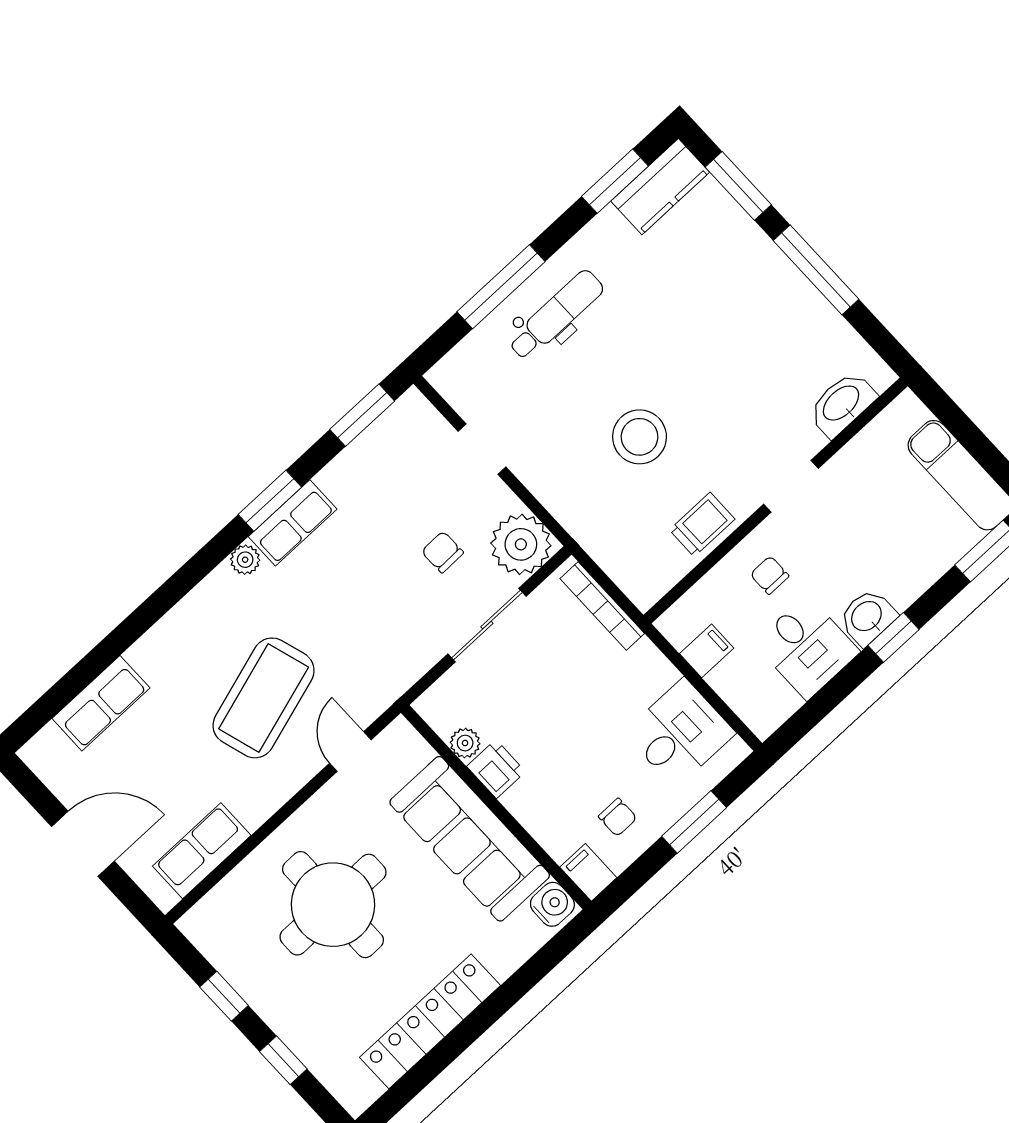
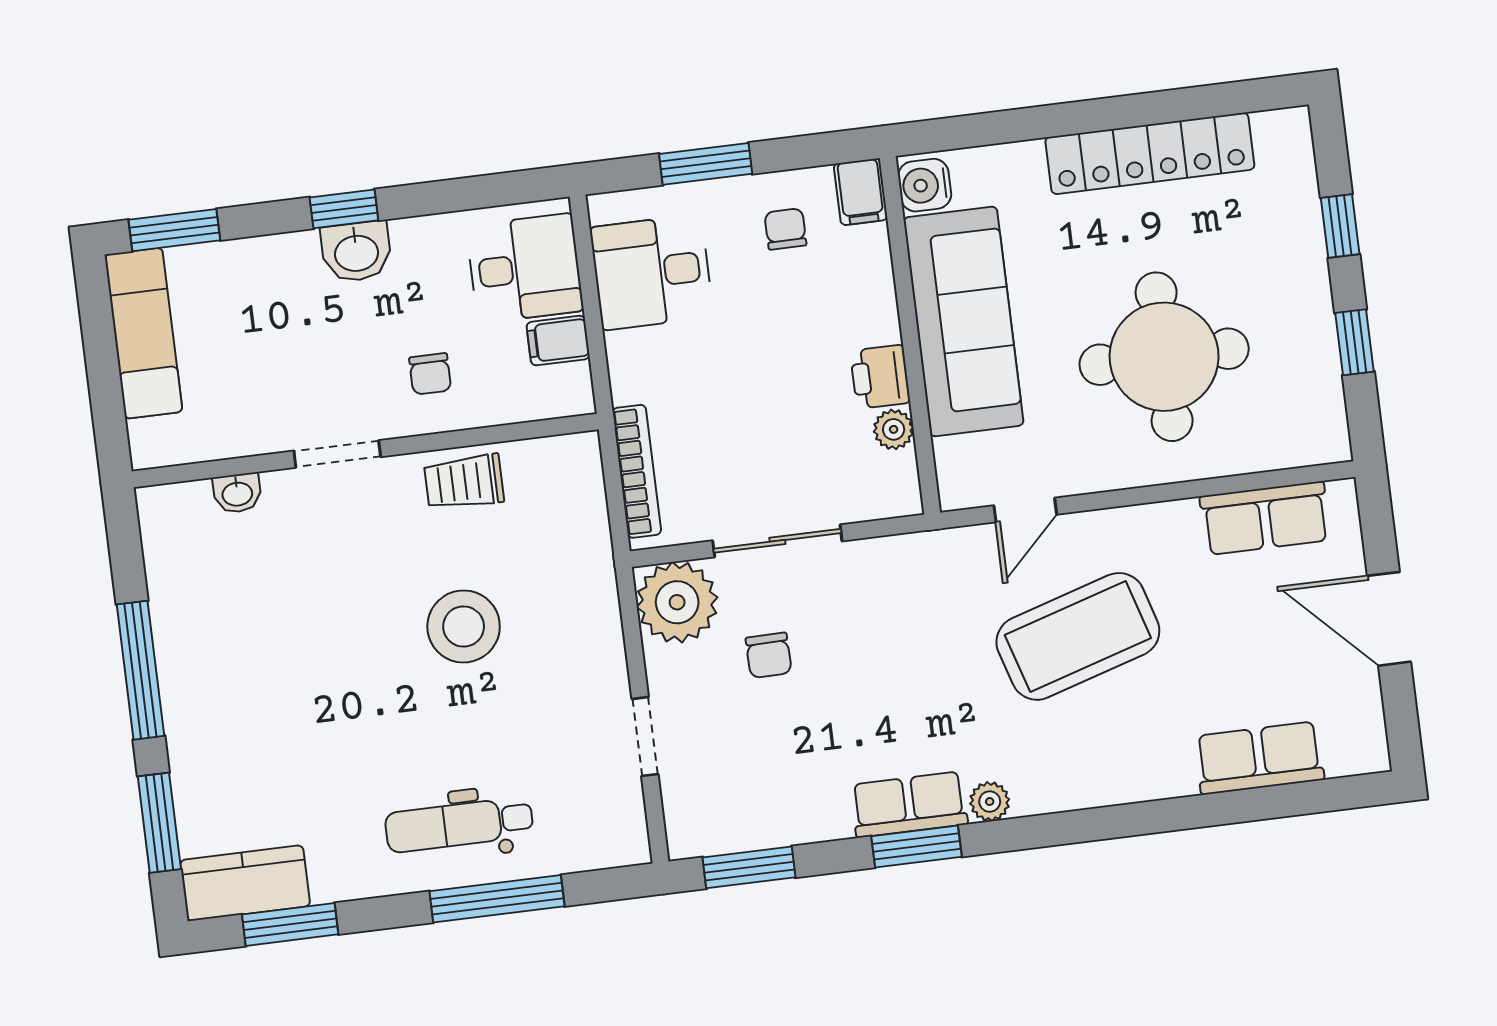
washbasin: (842, 404) -> (237, 493), width x0.52, depth x0.69
desk: (807, 647) -> (525, 268), moved, turned 90

